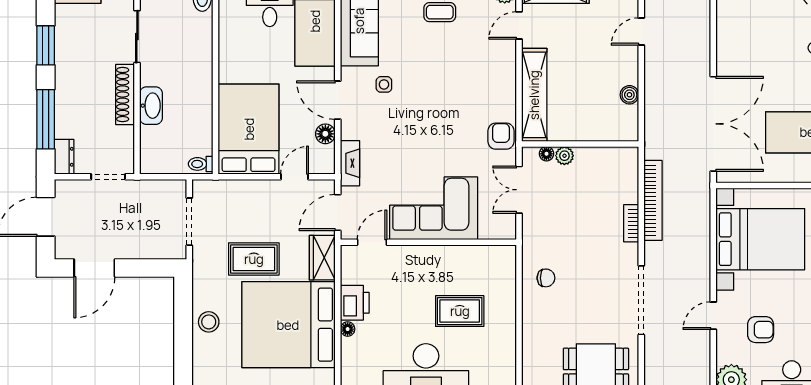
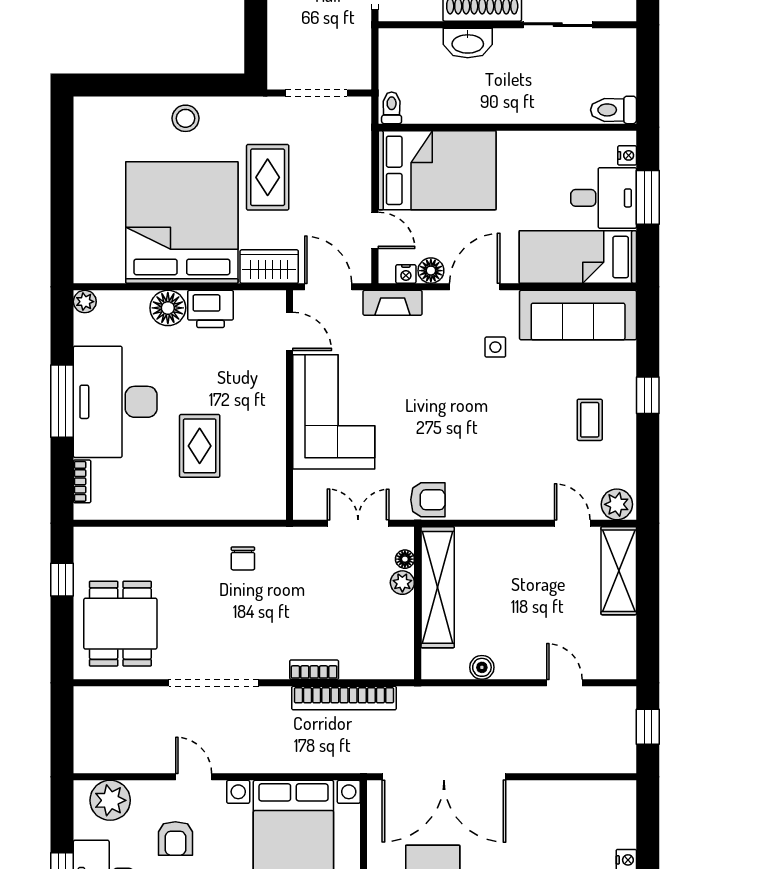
shelving: (534, 95) -> (438, 587), moved, turned 90
nightstand: (328, 153) -> (406, 274), added
floor lamp: (348, 329) -> (168, 308), width x1.89, depth x1.89

